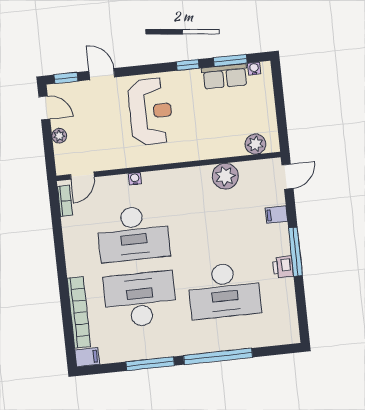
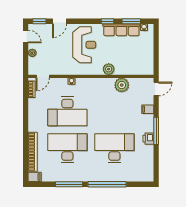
door: (102, 74) -> (59, 21), swing flipped
row of seats: (225, 76) -> (121, 30), width x1.48
plant: (255, 144) -> (109, 69), moved
desk: (224, 290) -> (114, 148), turned 180

